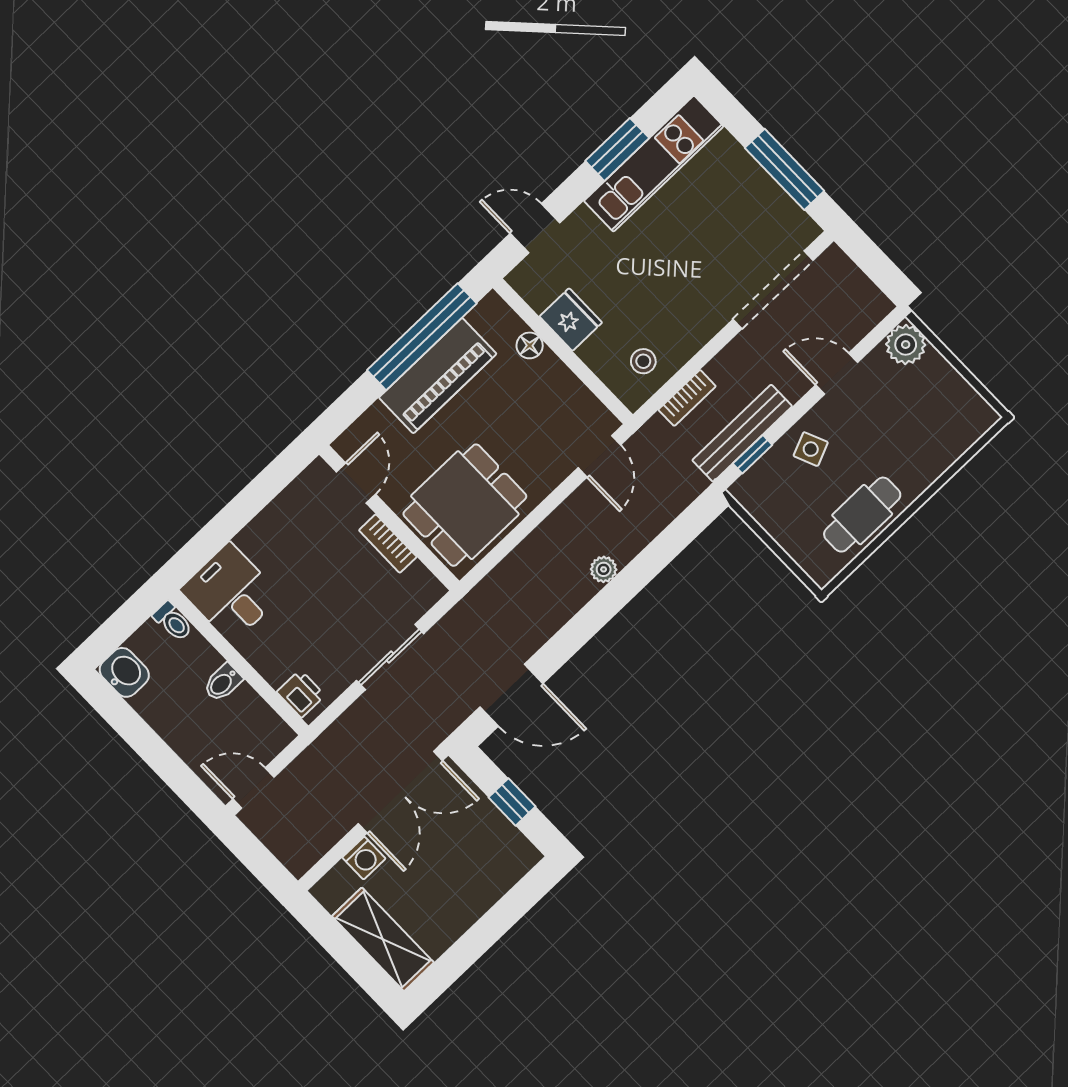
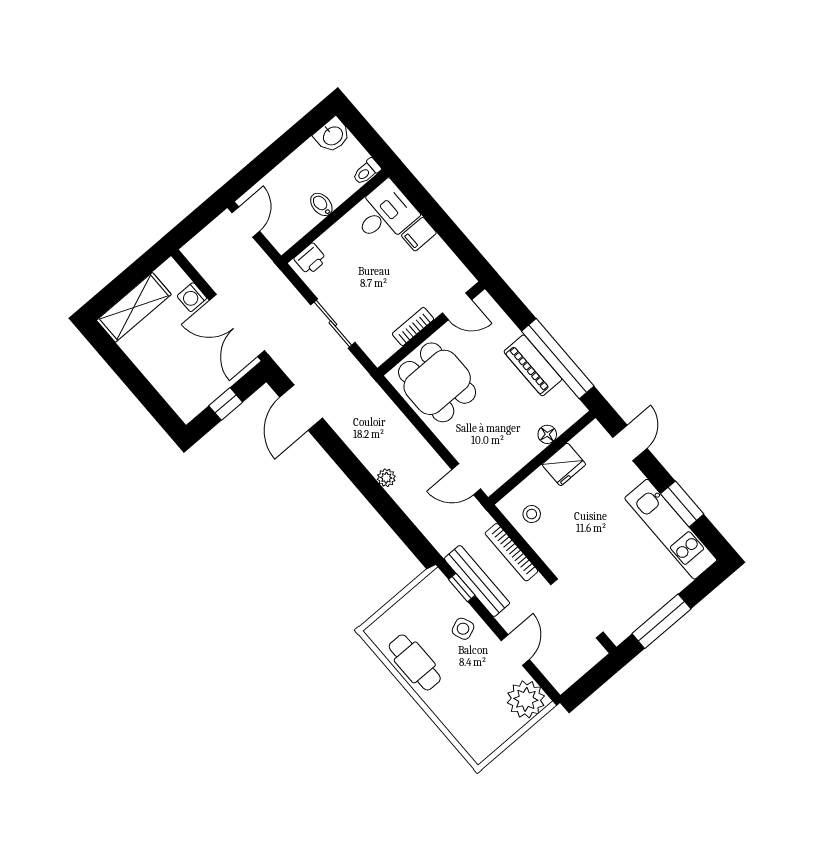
plant: (906, 345) -> (526, 699), width x1.36, depth x1.36
piano: (438, 376) -> (533, 365), width x0.73, depth x0.75
bookcase: (687, 398) -> (512, 552), width x1.56
filing cabinet: (257, 543) -> (419, 234), added

